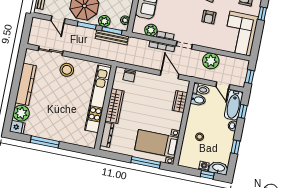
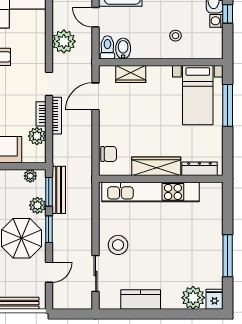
kitchen counter: (26, 84) -> (141, 299), width x0.67
door: (223, 86) -> (96, 17), swing flipped

